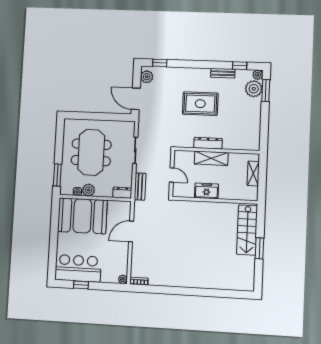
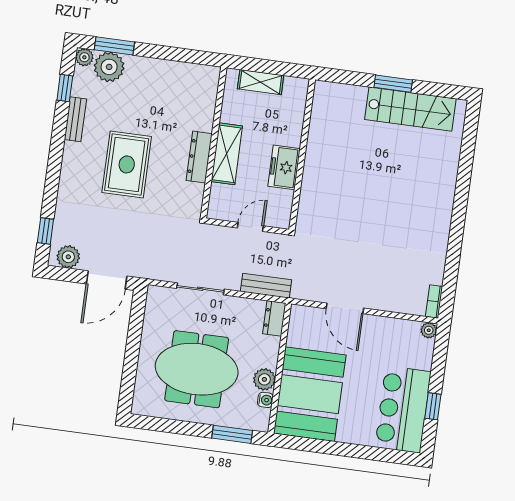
stairs: (247, 230) -> (410, 109), moved

